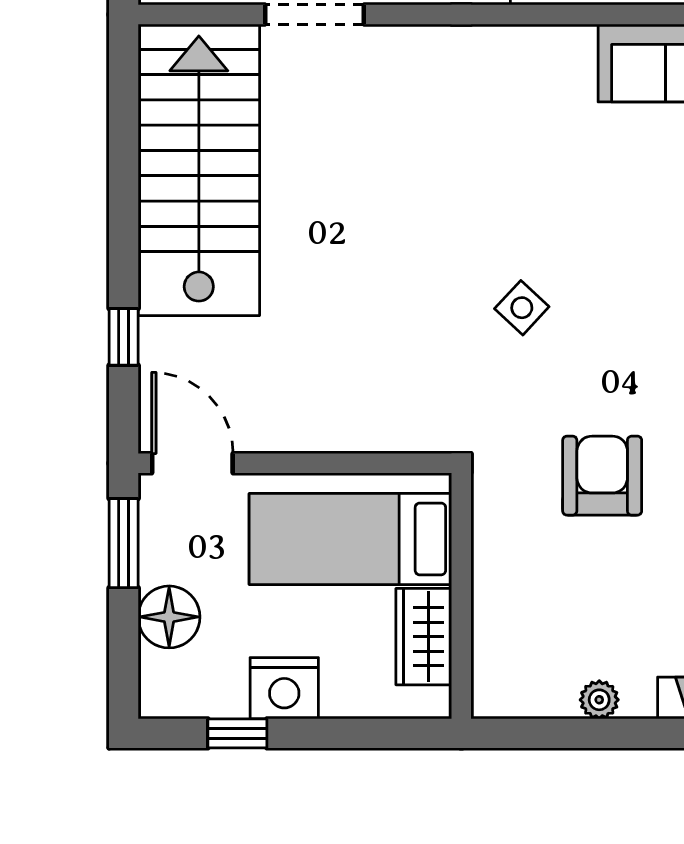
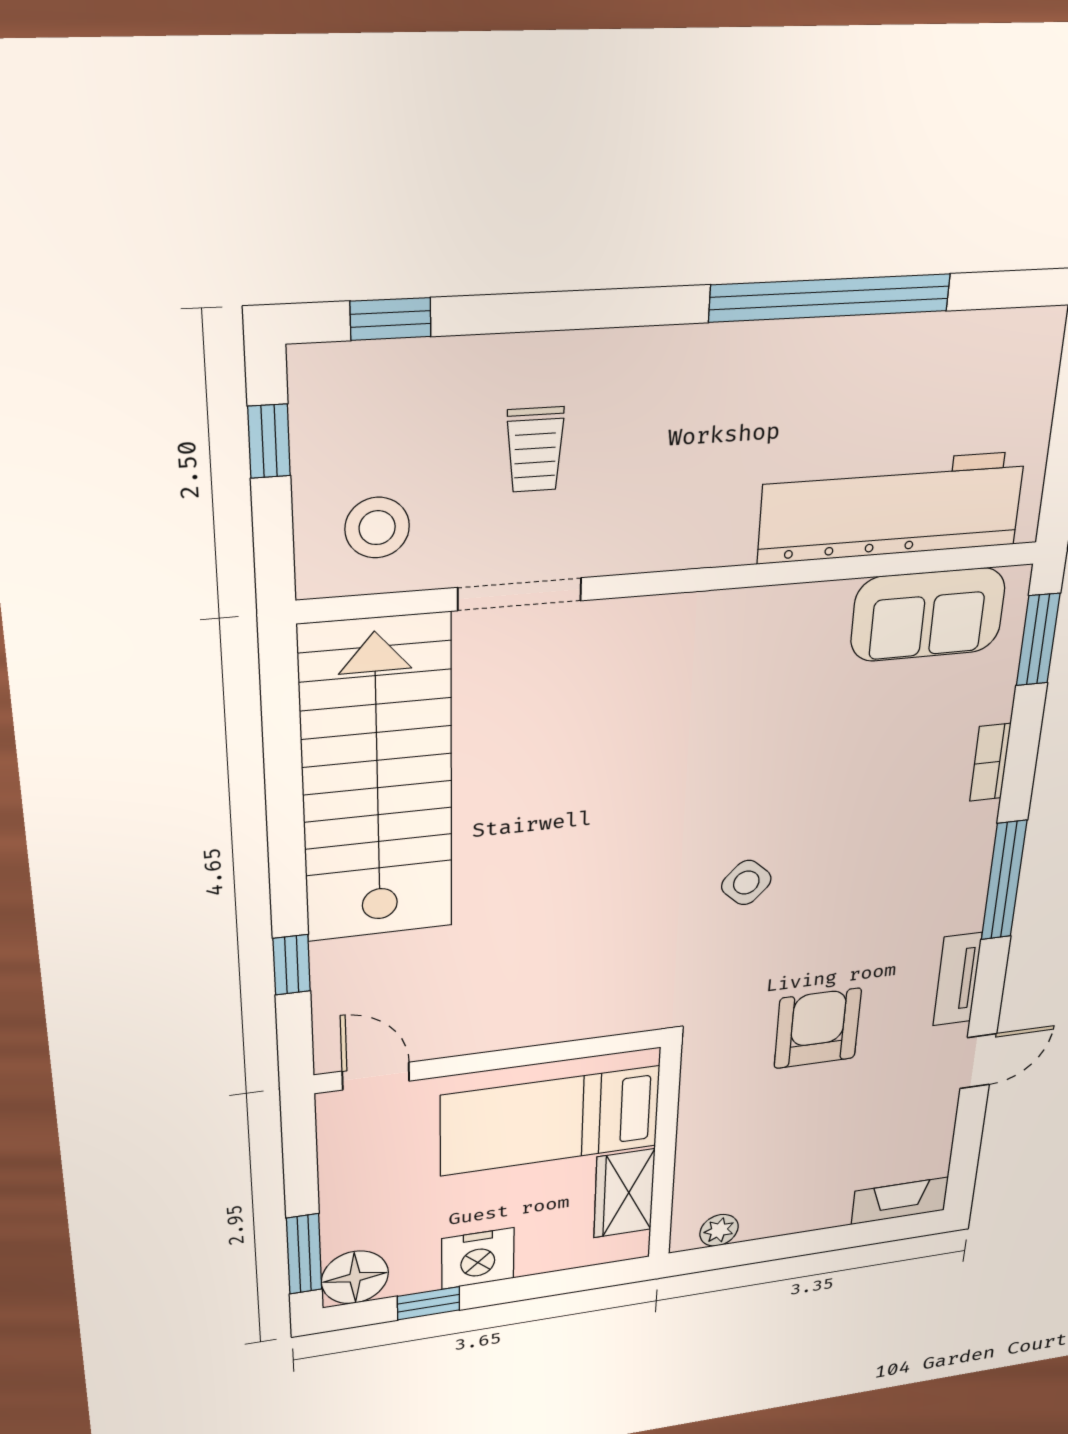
door: (192, 463) -> (376, 1076), width x0.73
window: (124, 543) -> (304, 1254), moved
floor lamp: (169, 617) -> (355, 1277), moved
plant: (599, 700) -> (719, 1230), moved

